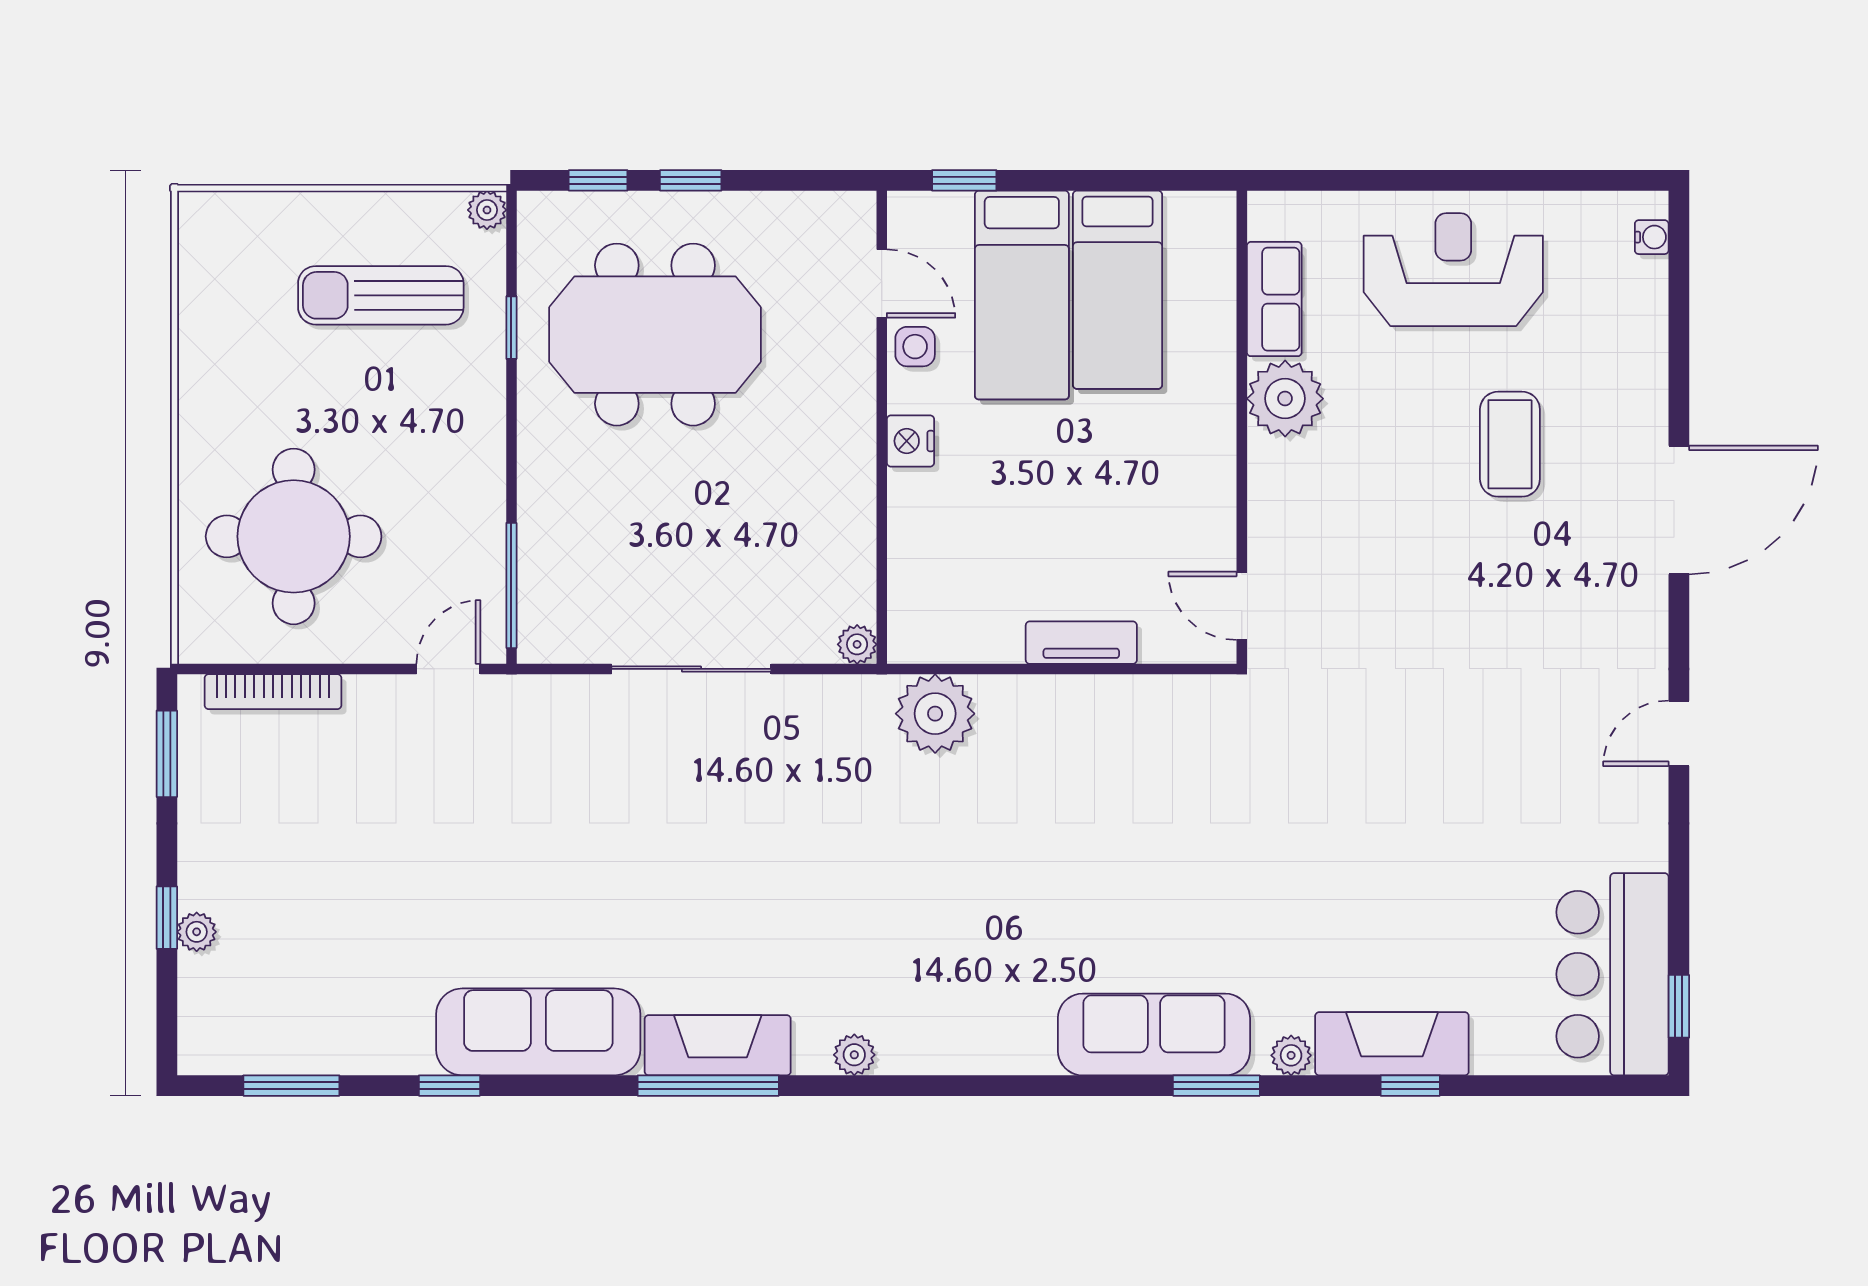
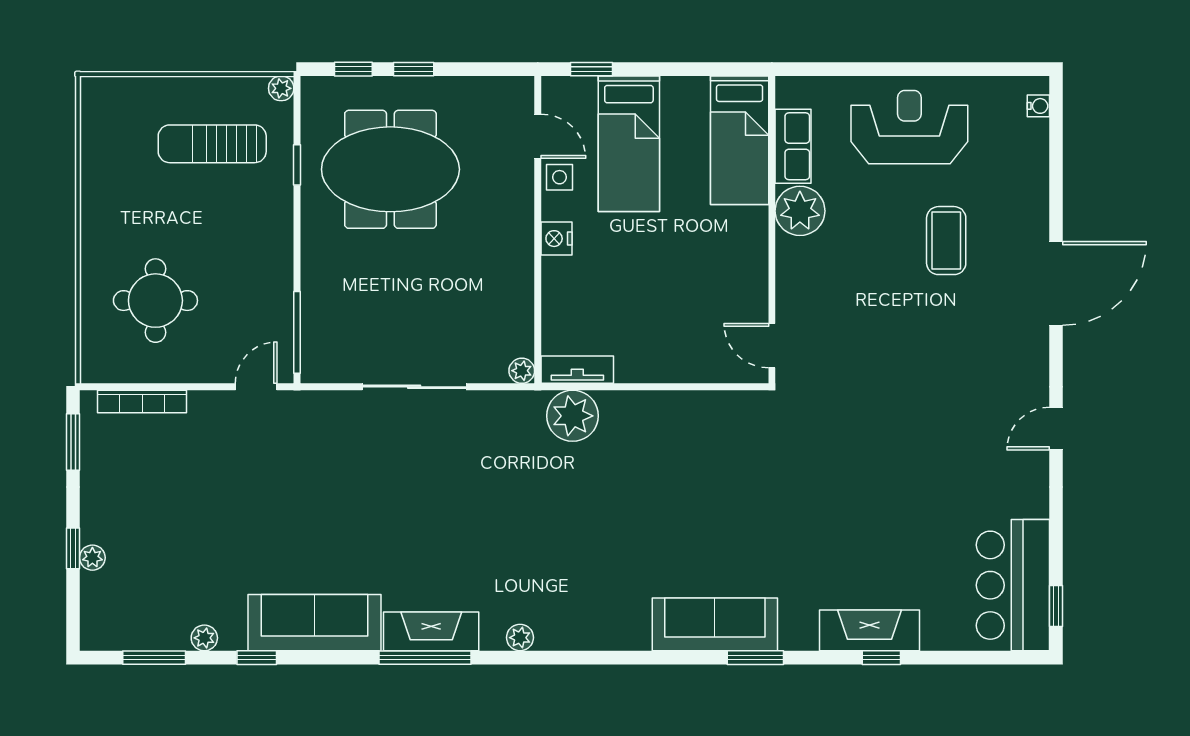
bed: (1117, 290) -> (740, 140), moved
round table: (294, 536) -> (155, 301), width x0.73, depth x0.73
tv unit: (1081, 643) -> (577, 370), moved
plant: (1291, 1055) -> (204, 638), moved

